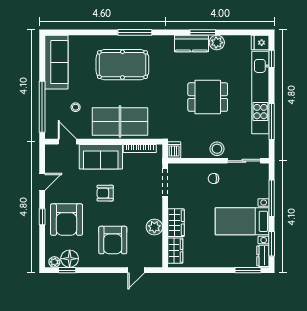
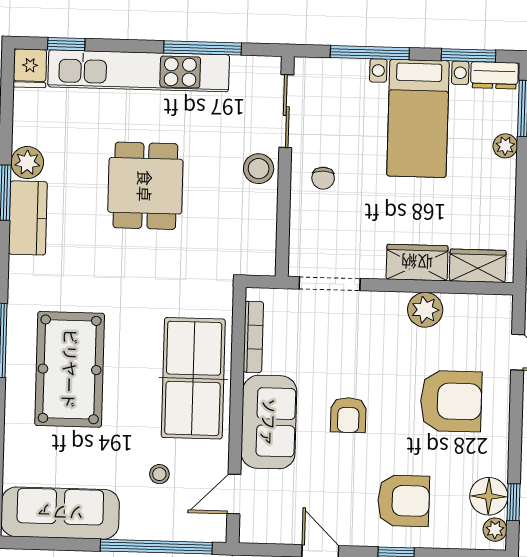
dishwasher: (174, 150) -> (258, 262), removed
armchair: (66, 220) -> (404, 501), width x0.73, depth x0.73
plant: (231, 262) -> (505, 146), added

